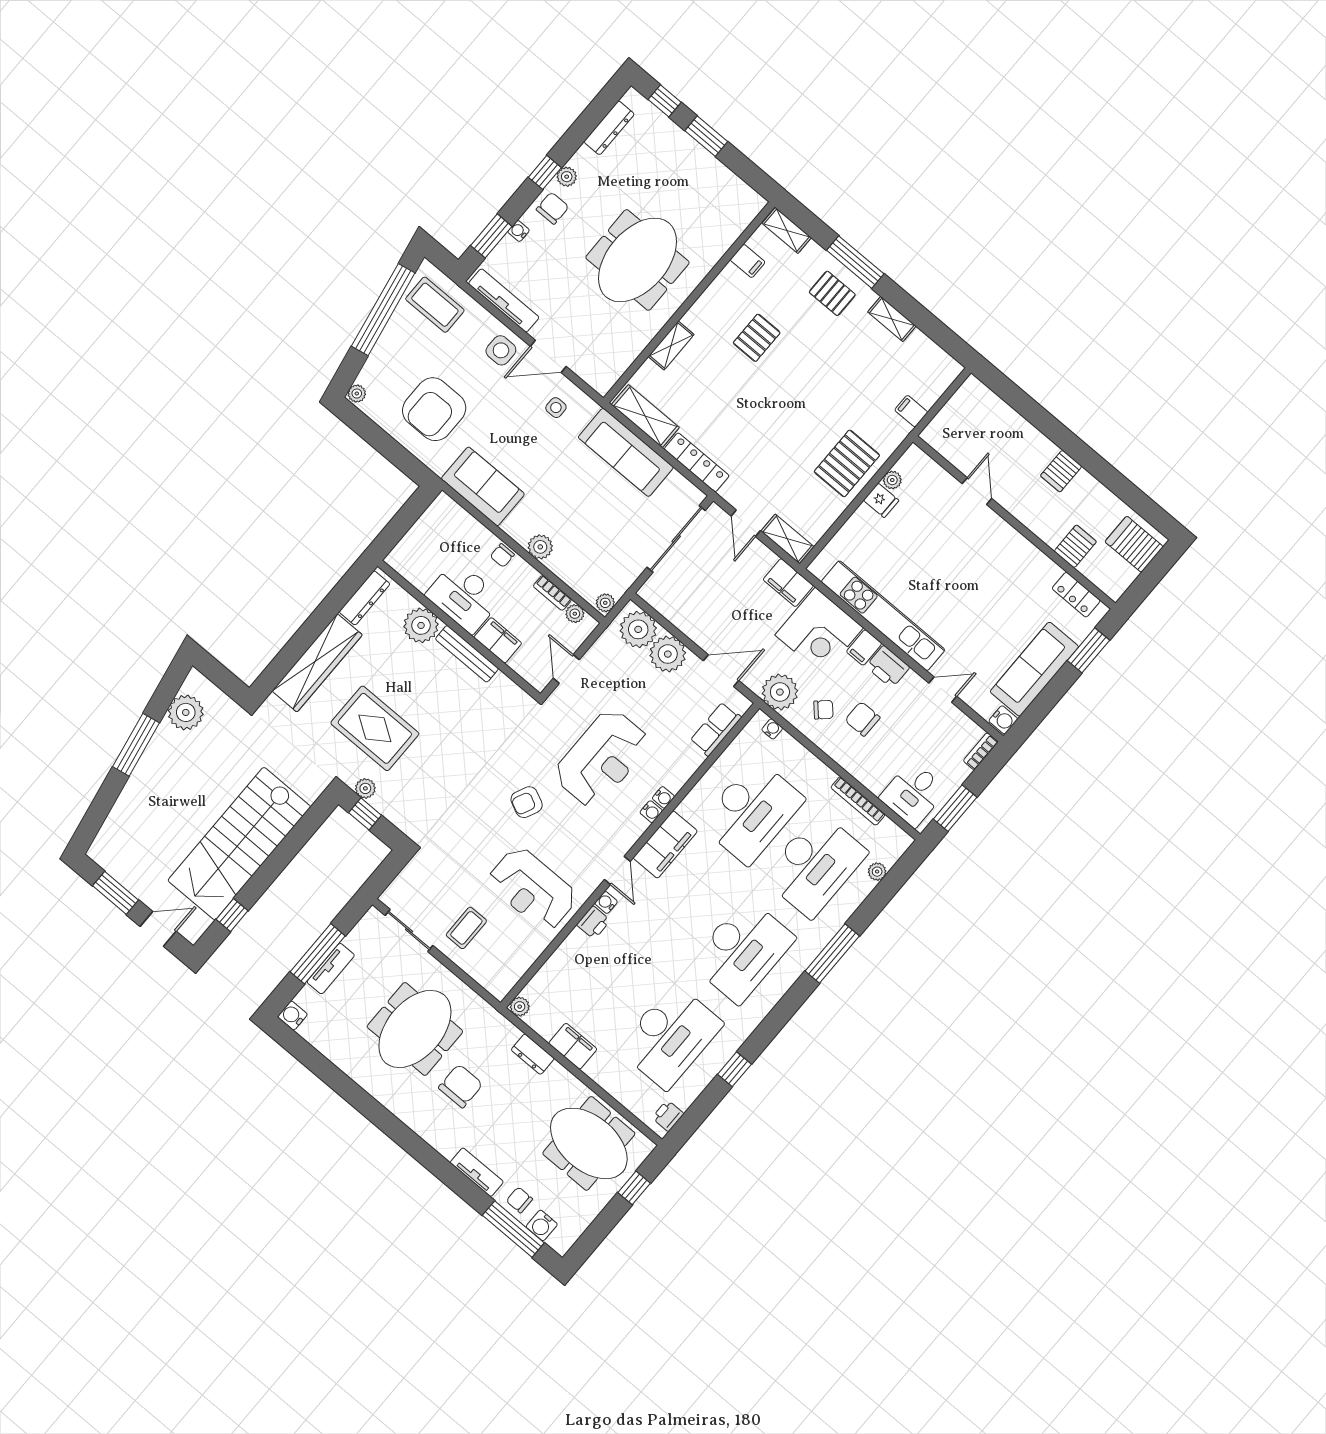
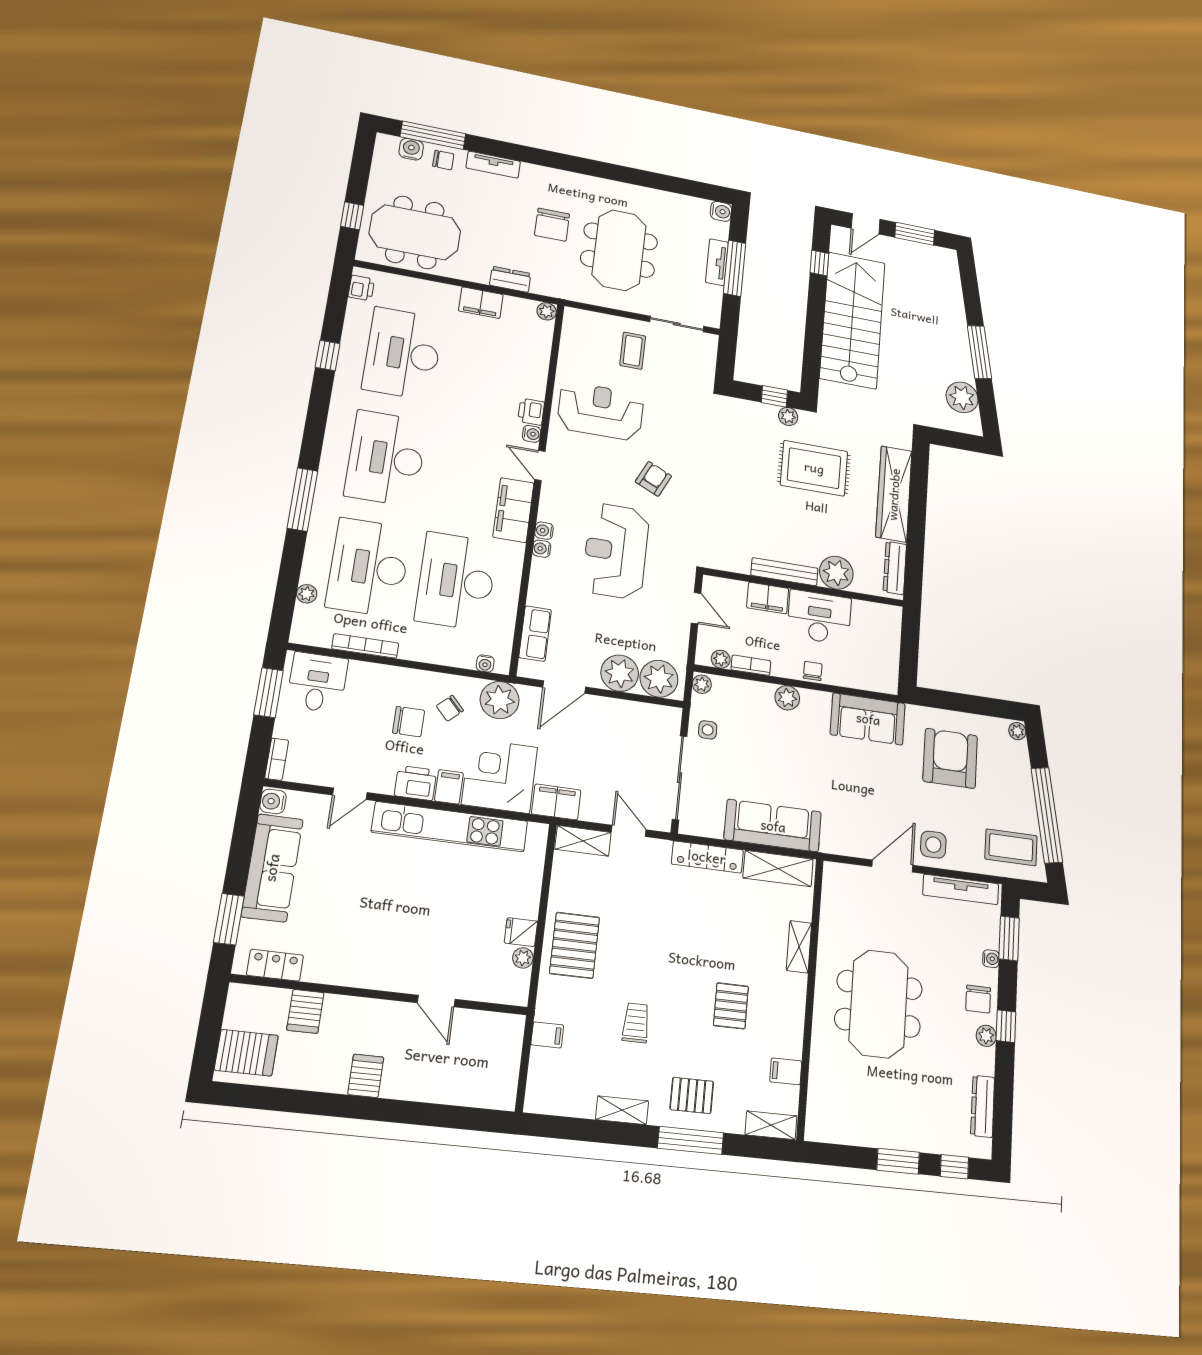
trolley: (839, 375) -> (636, 1023), added
side table: (556, 408) -> (708, 730), moved

